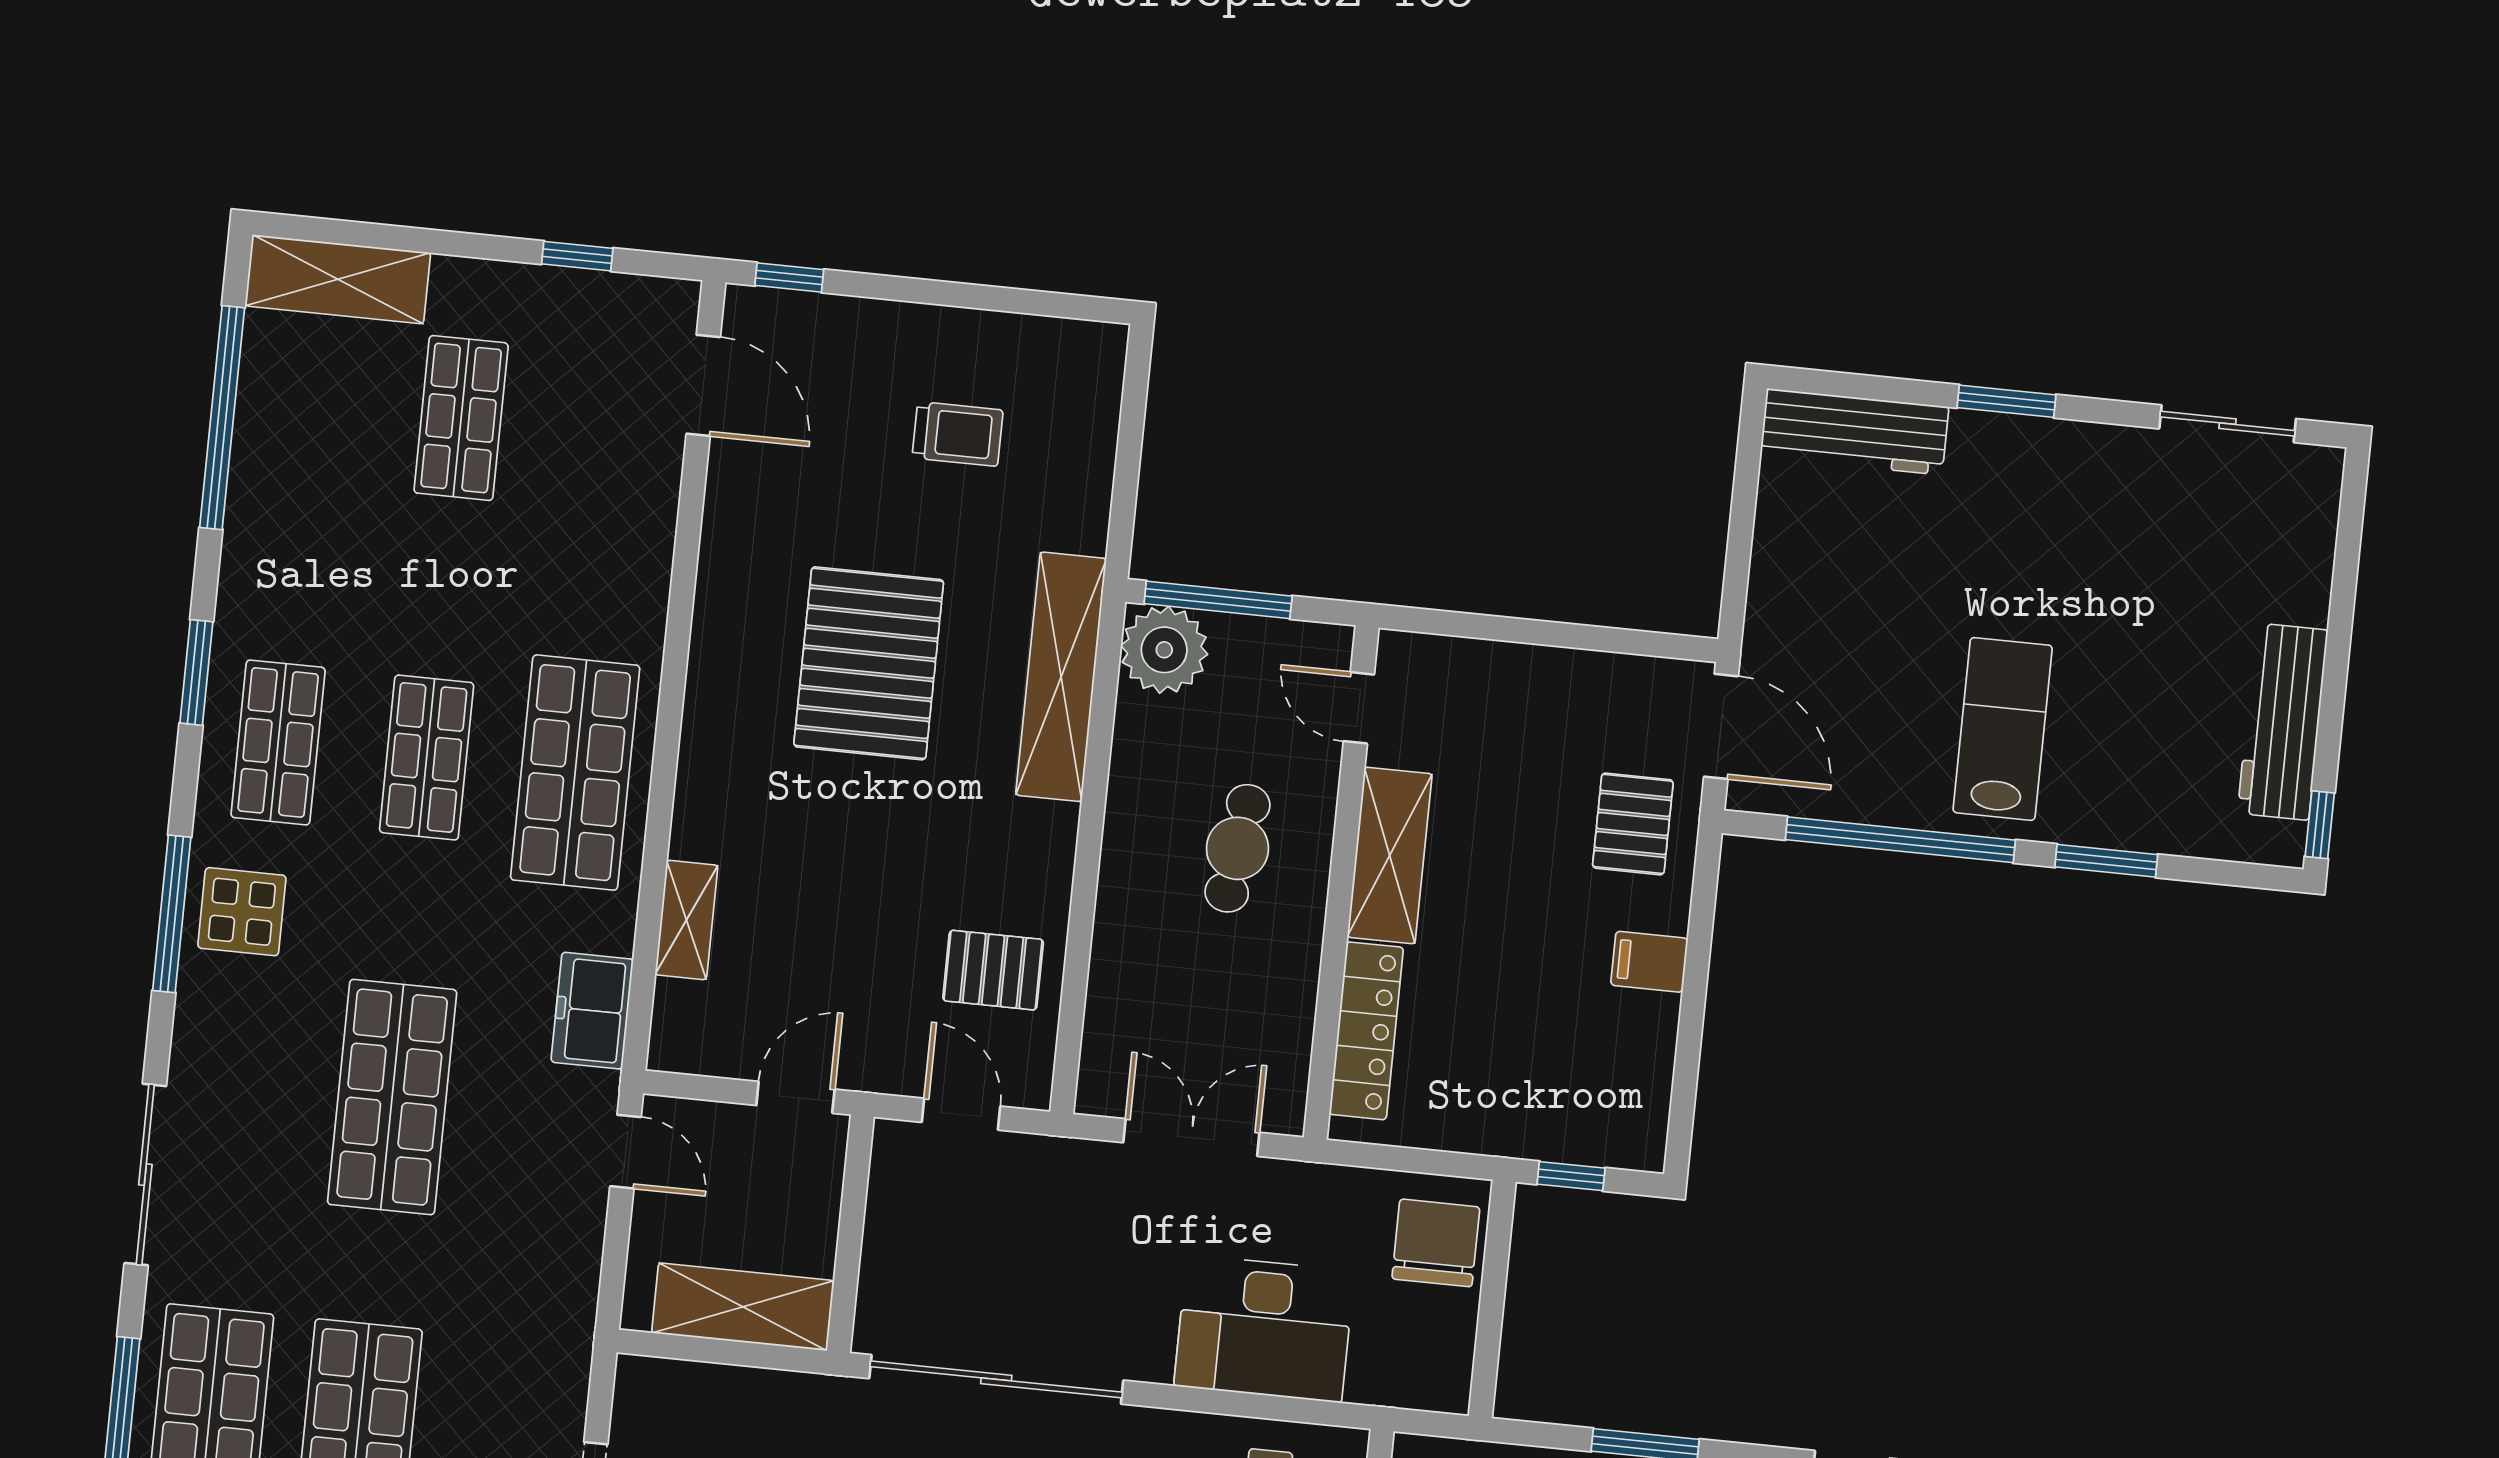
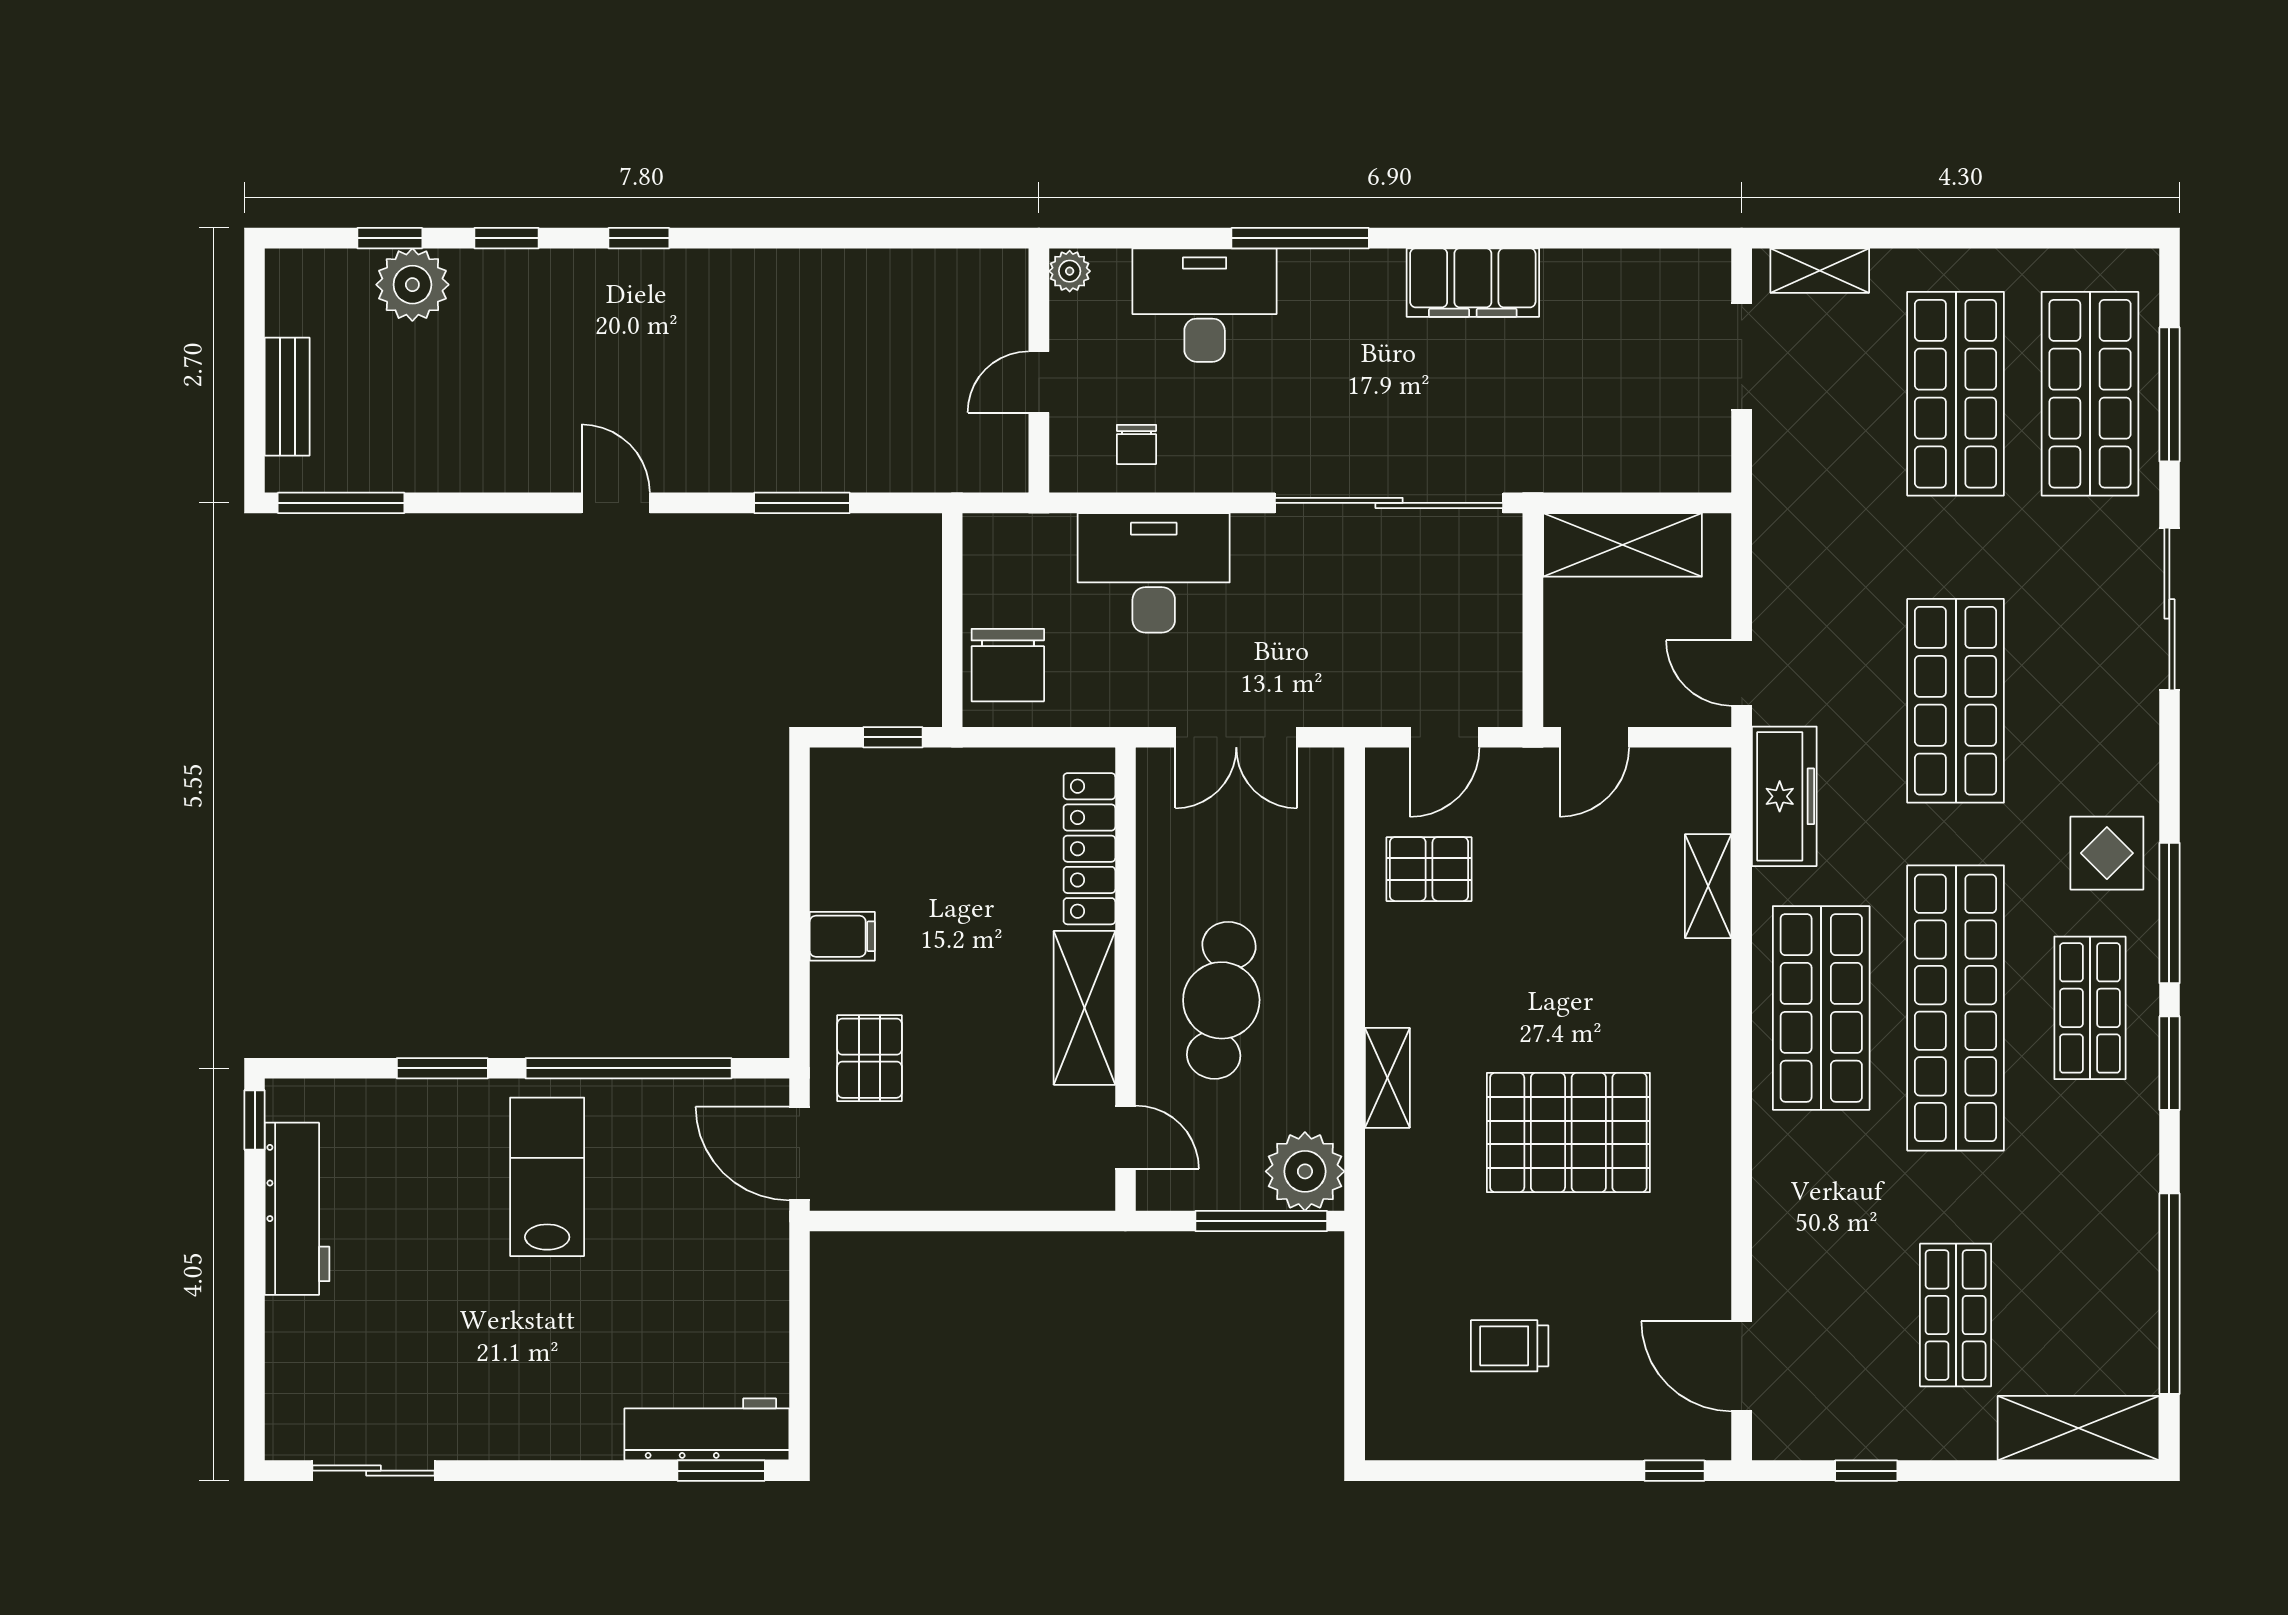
window: (2007, 401) -> (721, 1471), moved
pallet: (869, 663) -> (1568, 1132), turned 90
shelving: (1061, 677) -> (1387, 1078), width x0.45, depth x0.75
lab bench: (2003, 729) -> (547, 1177), turned 180
shop shelf: (427, 758) -> (1956, 1008), width x2.00, depth x1.36
cafe table: (1237, 848) -> (1221, 1000), width x1.37, depth x1.35
window: (172, 914) -> (2169, 913), moved
freezer: (592, 1011) -> (1784, 796), width x1.40
door: (961, 1114) -> (1445, 737), hinge flipped

